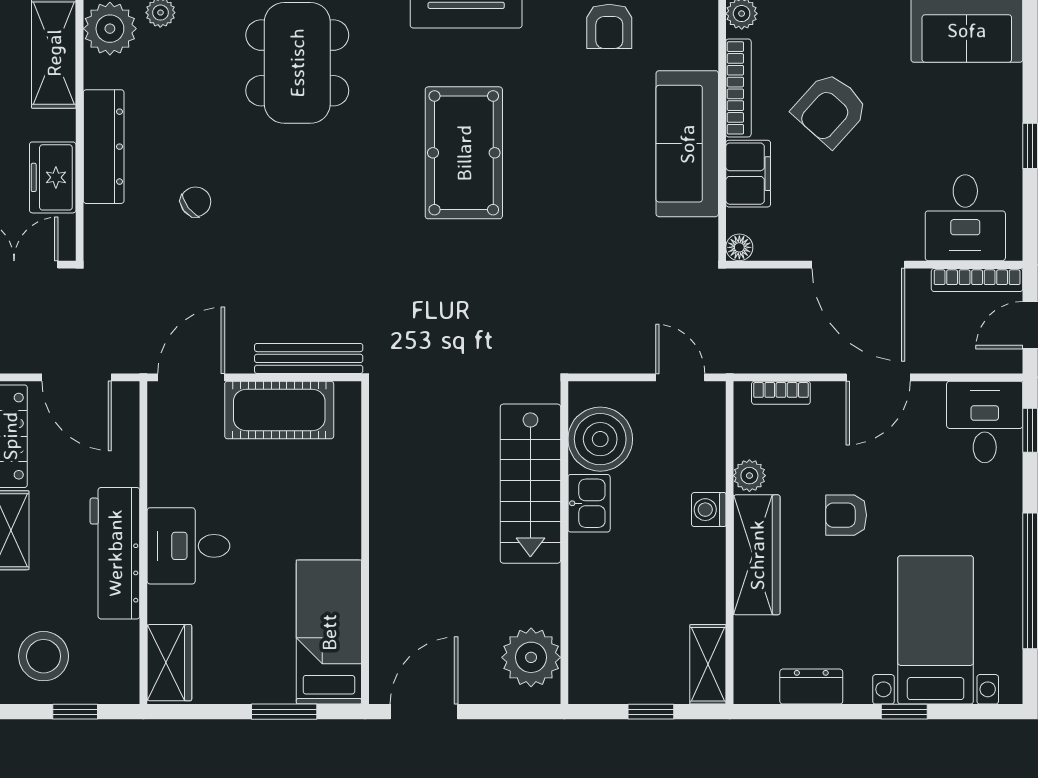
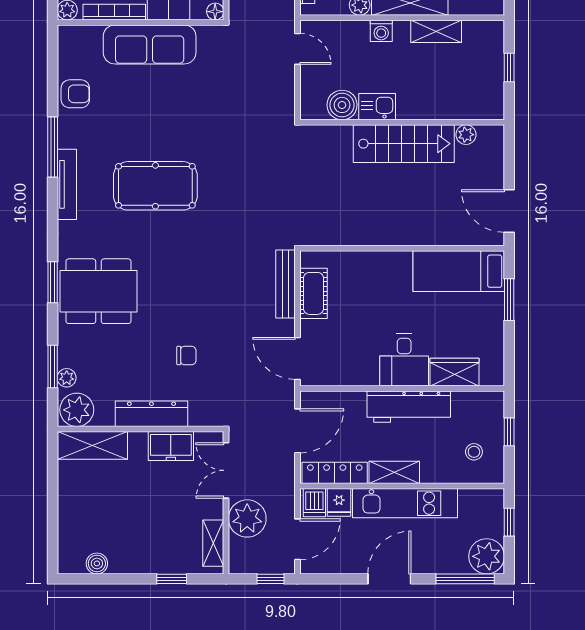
chair: (196, 202) -> (186, 356), turned 127
door: (680, 377) -> (297, 49), swing flipped
cot: (279, 410) -> (313, 293), width x0.73, depth x0.75
boiler: (600, 439) -> (342, 105), width x0.73, depth x0.73
stairs: (530, 484) -> (404, 144), moved
stool: (44, 656) -> (474, 452), width x0.53, depth x0.53
plant: (531, 657) -> (466, 135), width x0.53, depth x0.53
wardrobe: (169, 663) -> (455, 372), moved
shelving: (708, 664) -> (436, 31), moved

